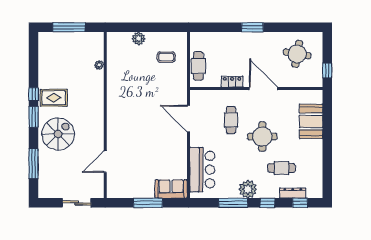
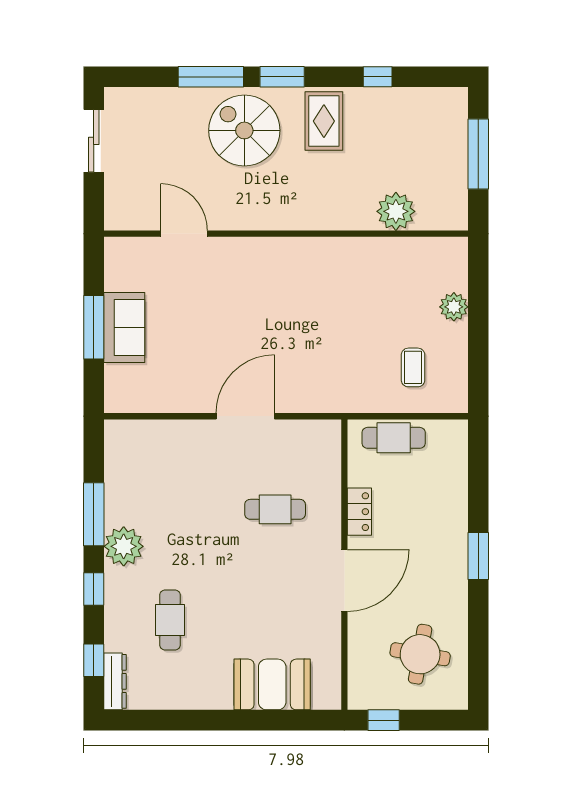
plant: (99, 65) -> (396, 211), width x1.87, depth x1.87
window: (34, 94) -> (378, 77), moved
door: (189, 119) -> (245, 416), moved
spiral stairs: (58, 134) -> (244, 130), turned 180
round table: (262, 137) -> (239, 578), removed
window: (34, 164) -> (211, 77), moved
bar counter: (202, 170) -> (167, 446), removed
sofa: (171, 189) -> (124, 327), moved
dresser: (293, 193) -> (115, 681), moved
sliding door: (77, 203) -> (94, 141), moved

